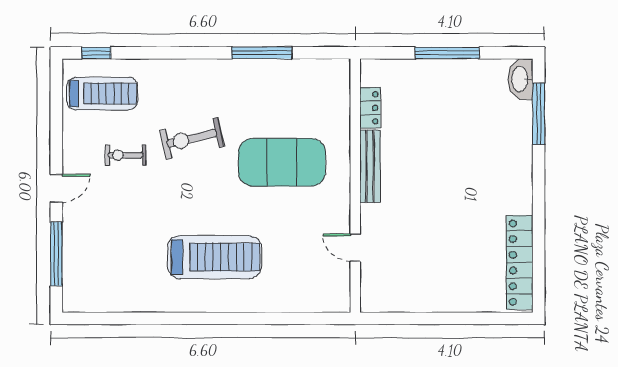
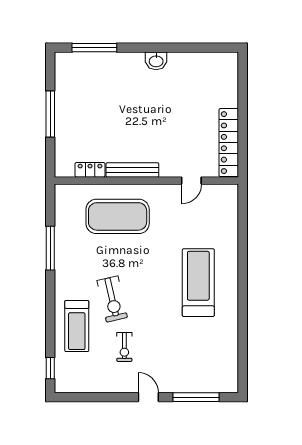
washbasin: (520, 79) -> (156, 61), moved, width x0.72
treadmill: (102, 94) -> (77, 326), moved, turned 180
exercise mat: (282, 162) -> (118, 216), moved, turned 90
locker: (520, 263) -> (229, 143), moved, turned 90

